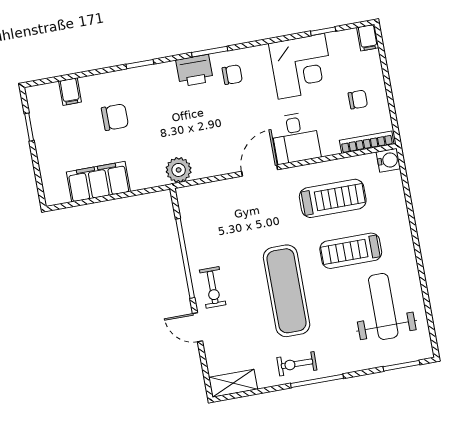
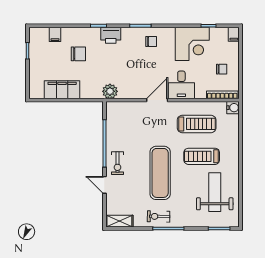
printer: (195, 71) -> (111, 35), moved

